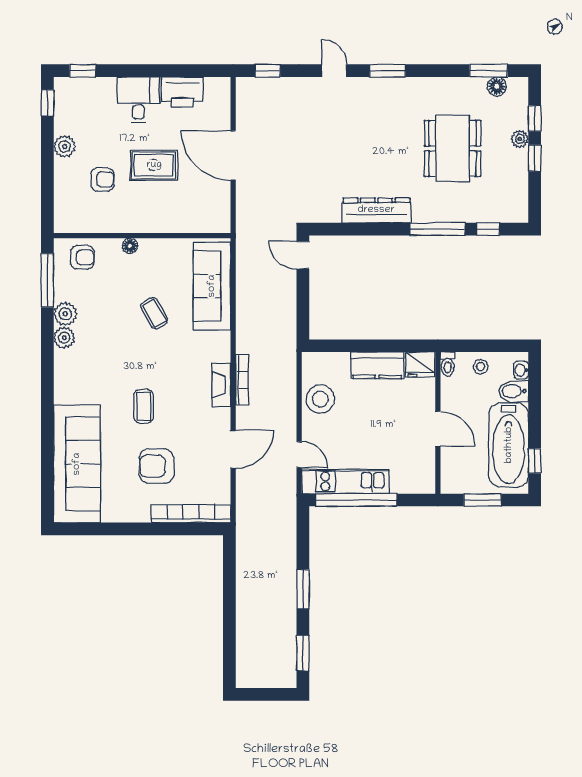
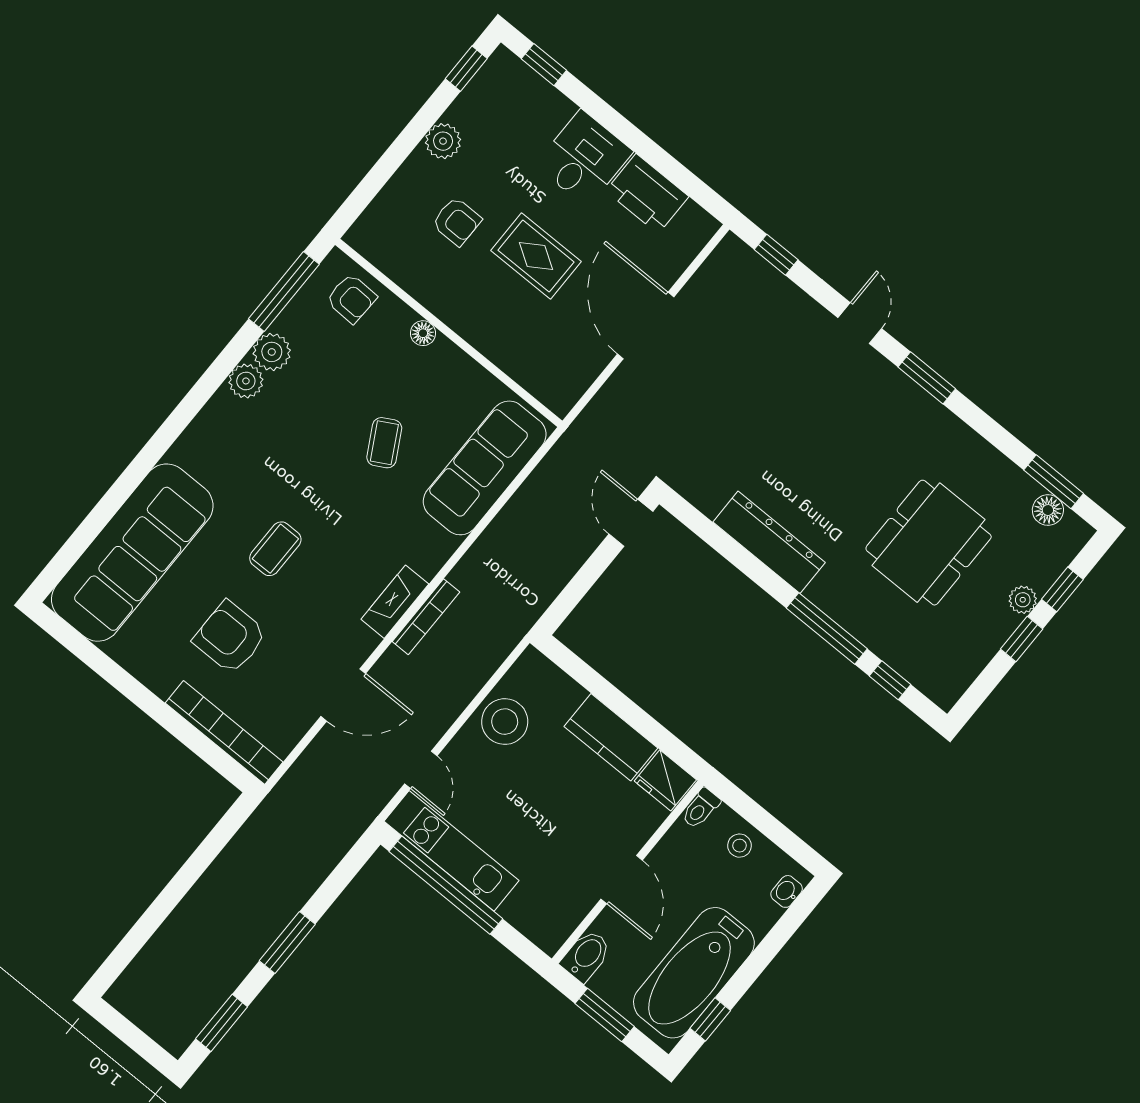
bidet: (514, 391) -> (586, 956), moved, turned 90

